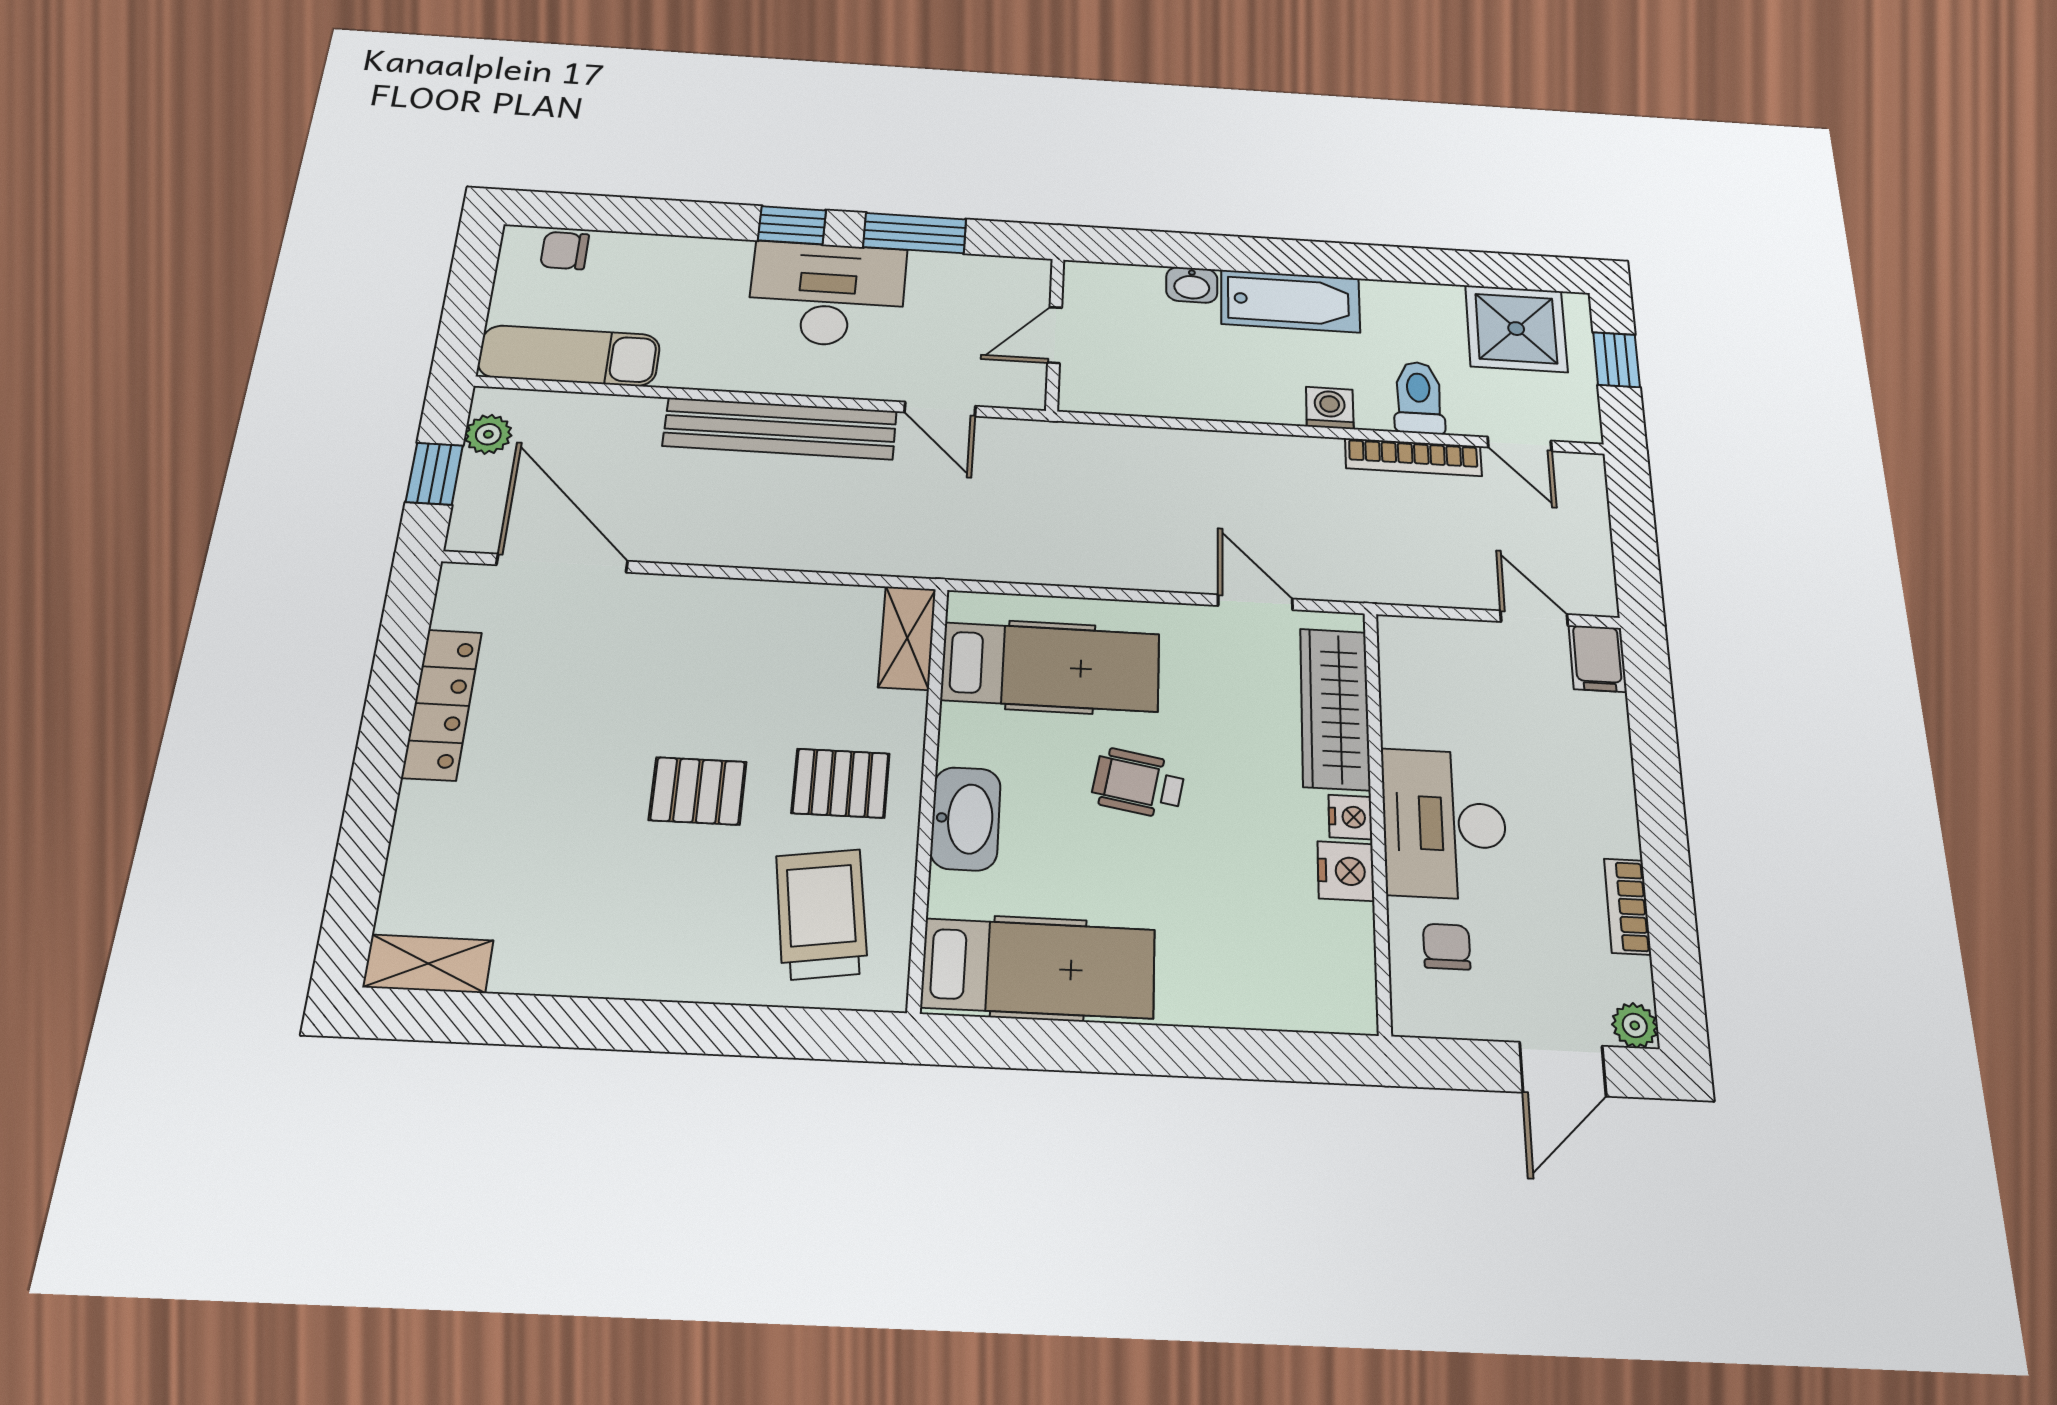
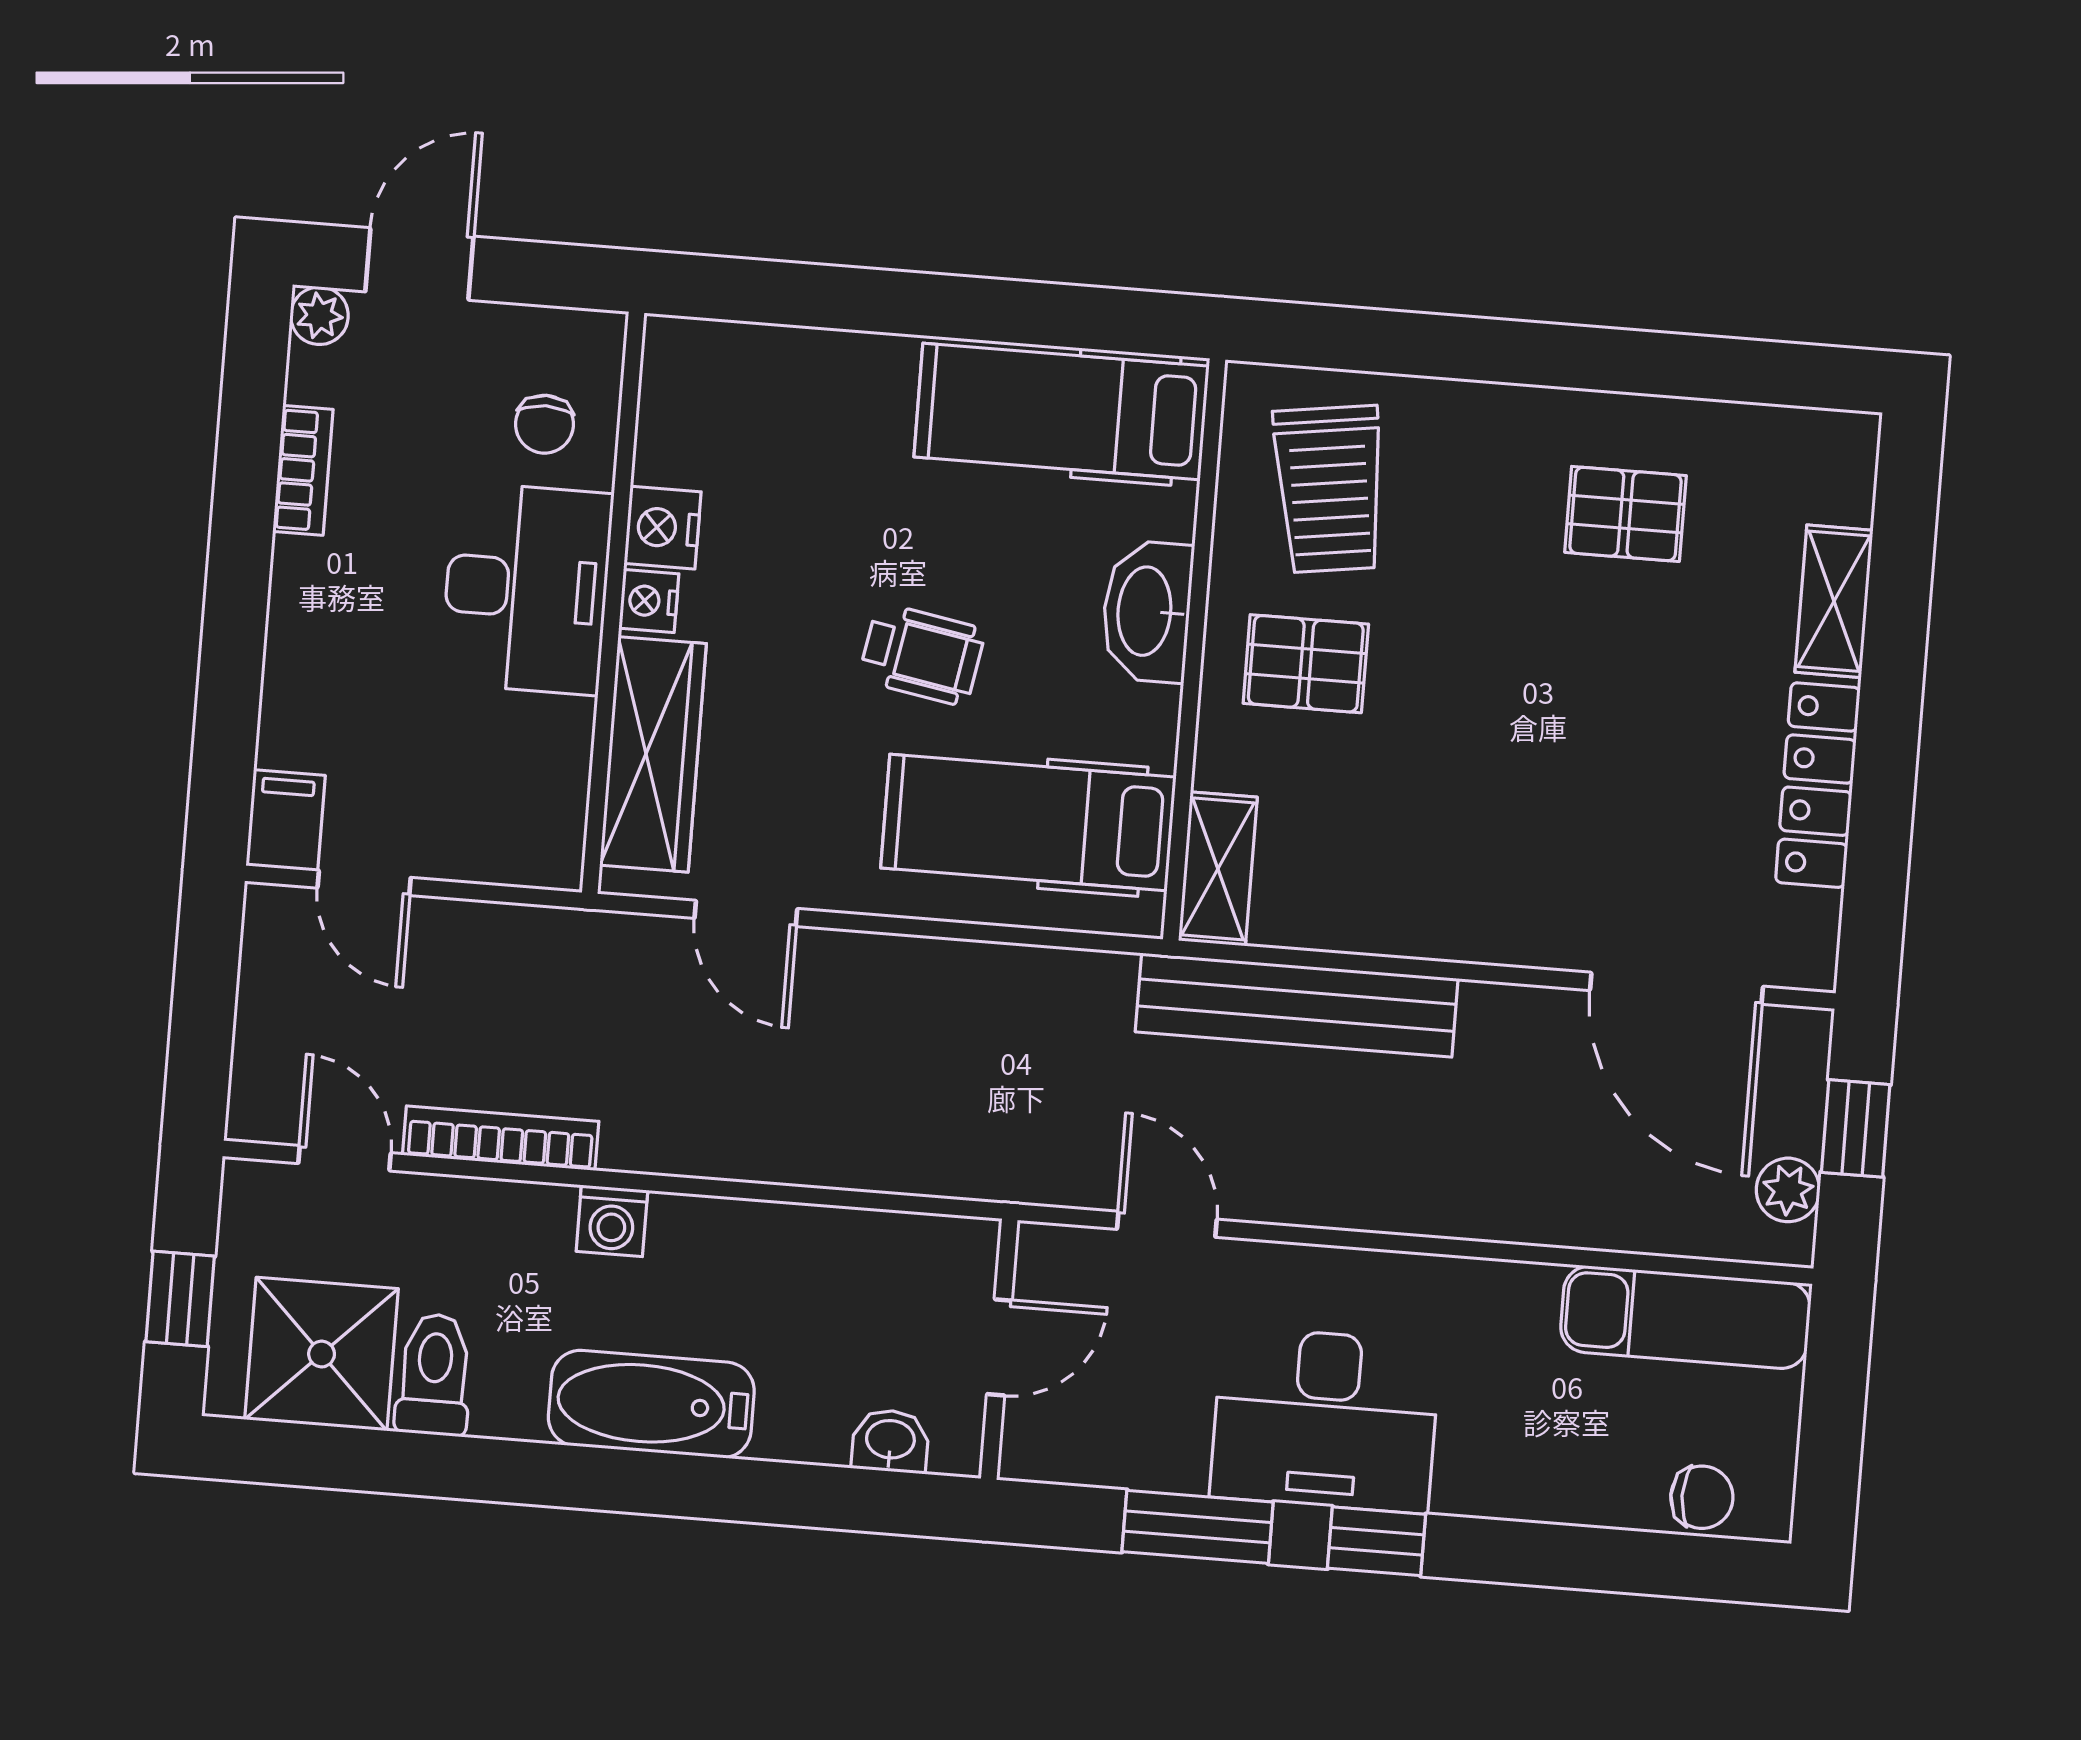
washbasin: (1192, 285) -> (890, 1441), moved
toilet: (1419, 398) -> (434, 1375), moved, turned 180
bench: (780, 429) -> (1297, 1005), moved
pallet: (698, 791) -> (1625, 514), moved
shelving: (428, 964) -> (1834, 601), moved, turned 90

